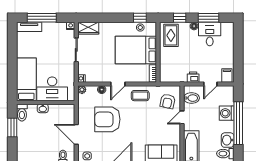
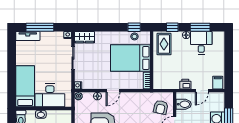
coffee table: (140, 96) -> (134, 102), removed

